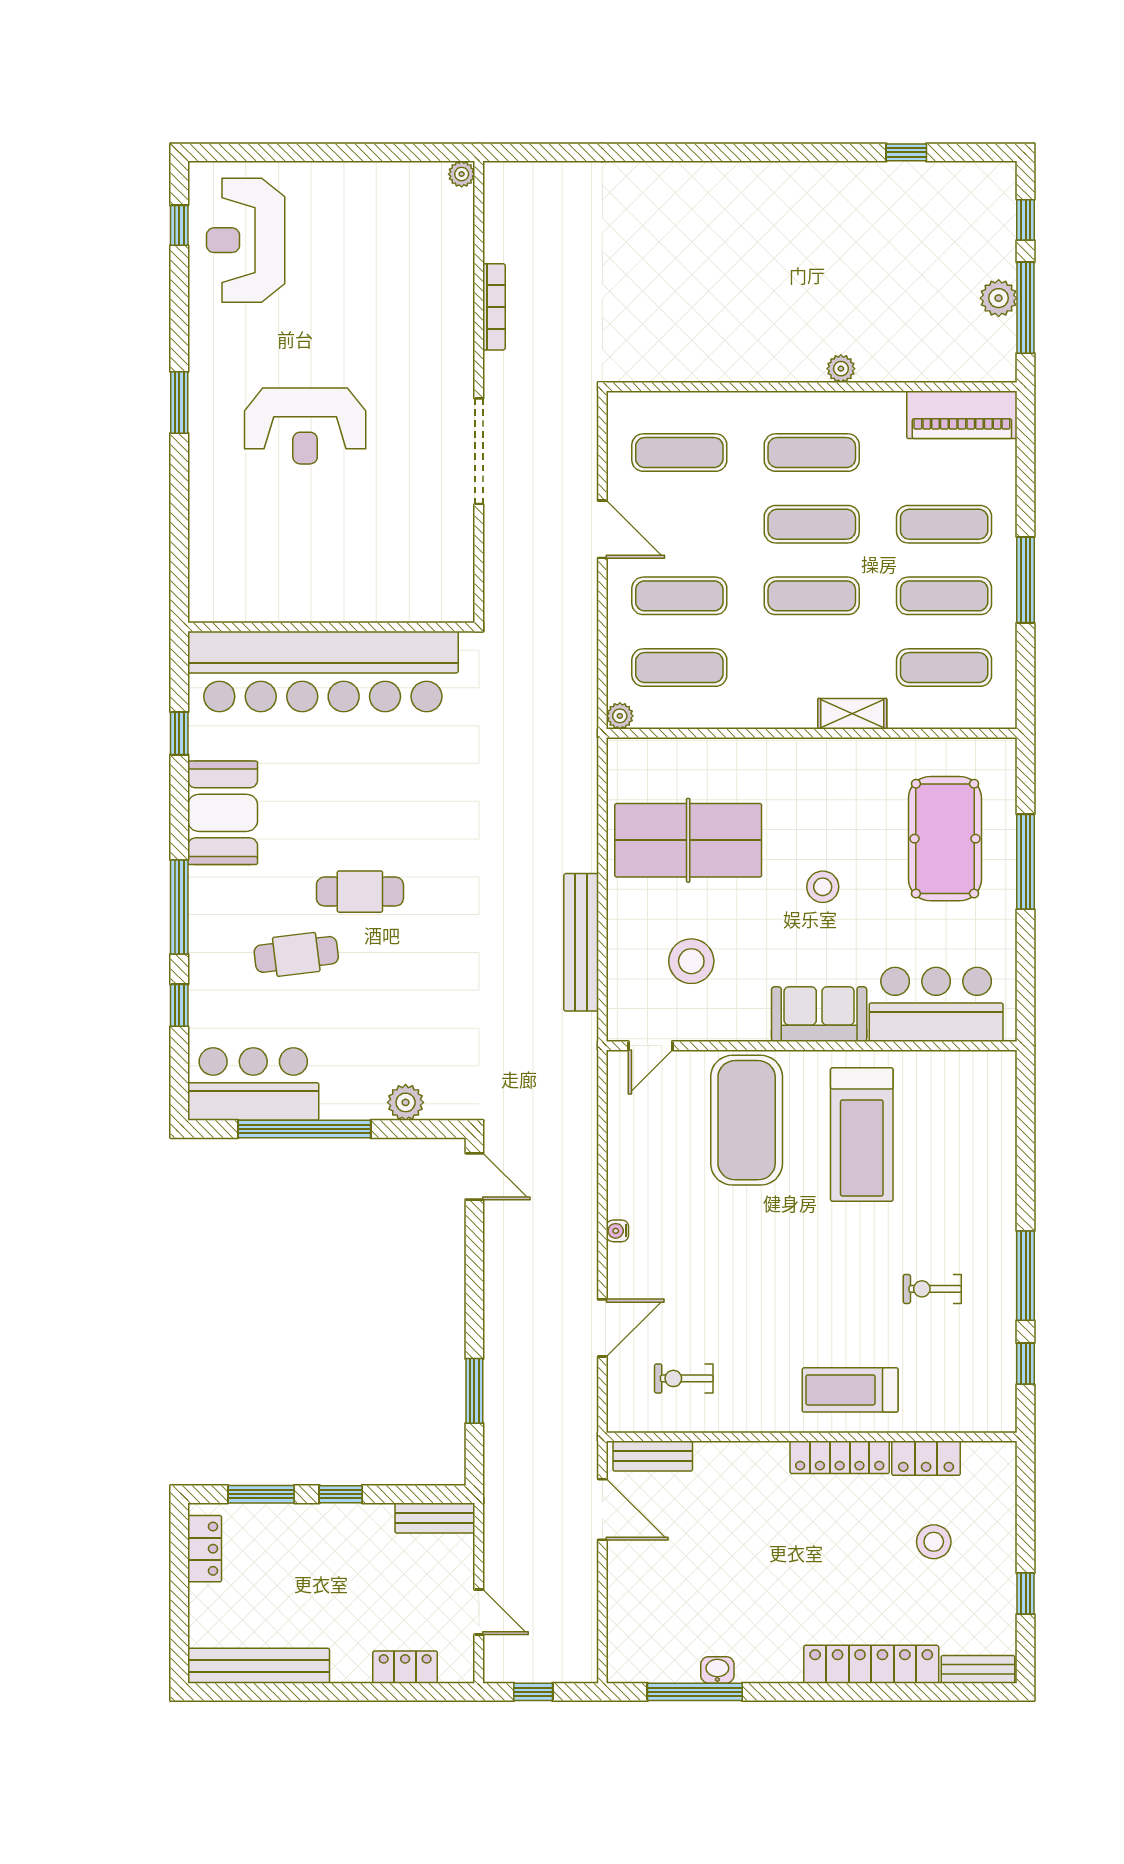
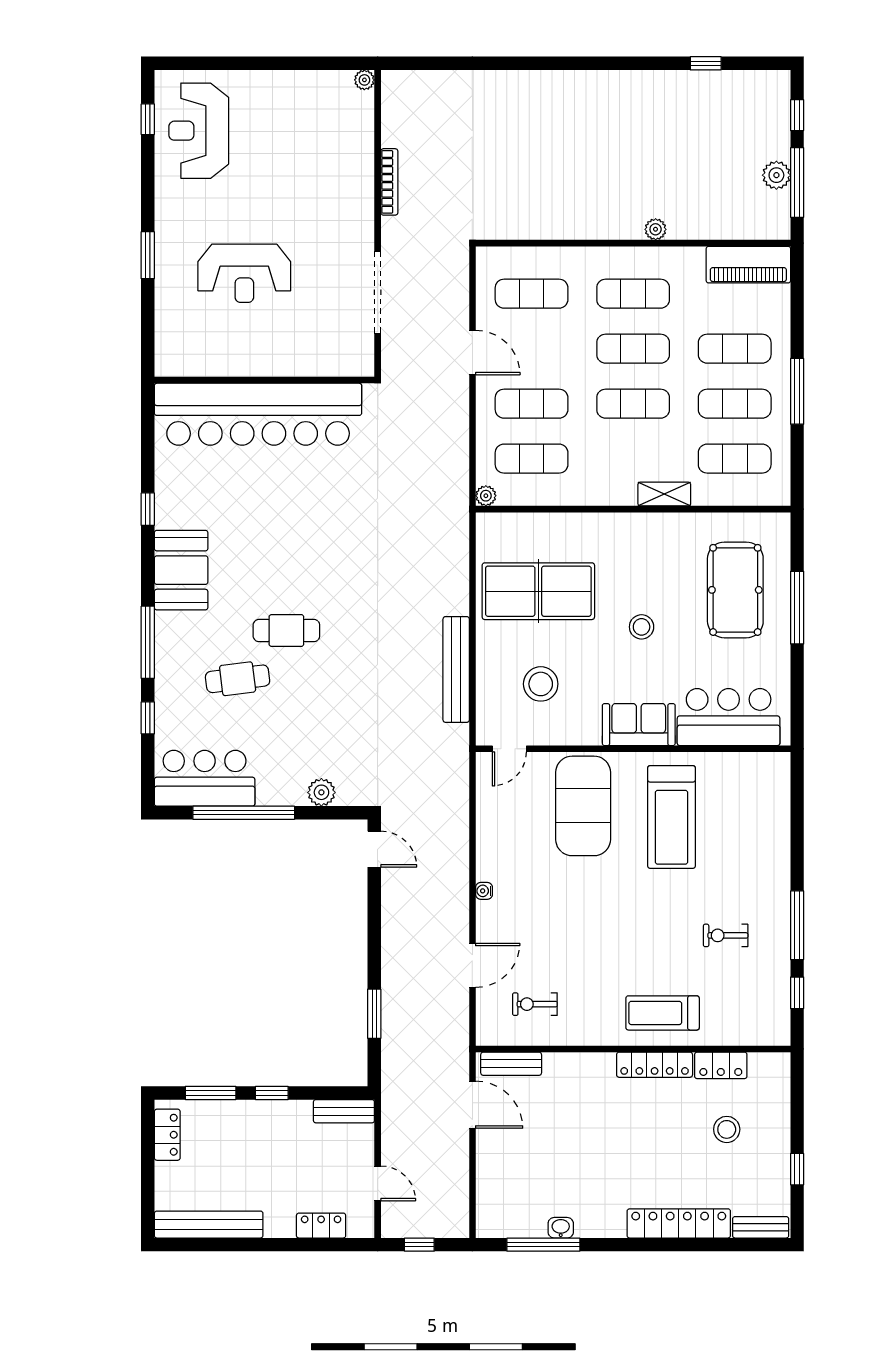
wall: (331, 627) -> (264, 380), moved
bar counter: (323, 671) -> (258, 414), moved

